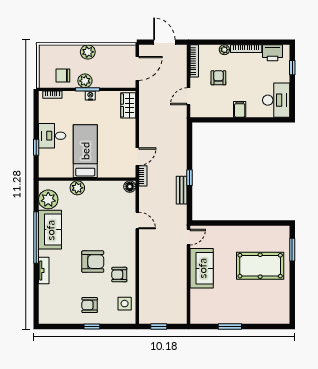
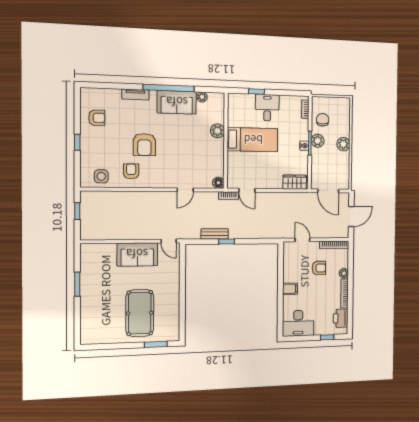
plant: (48, 199) -> (202, 97), width x0.53, depth x0.53
armchair: (90, 305) -> (97, 118), moved, turned 90

